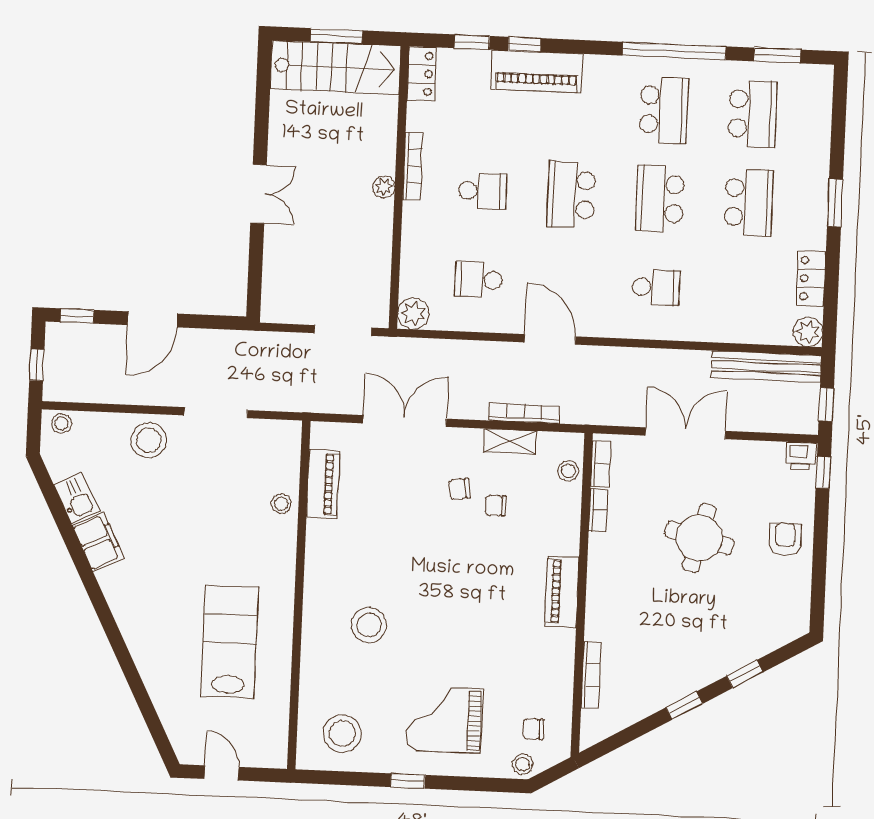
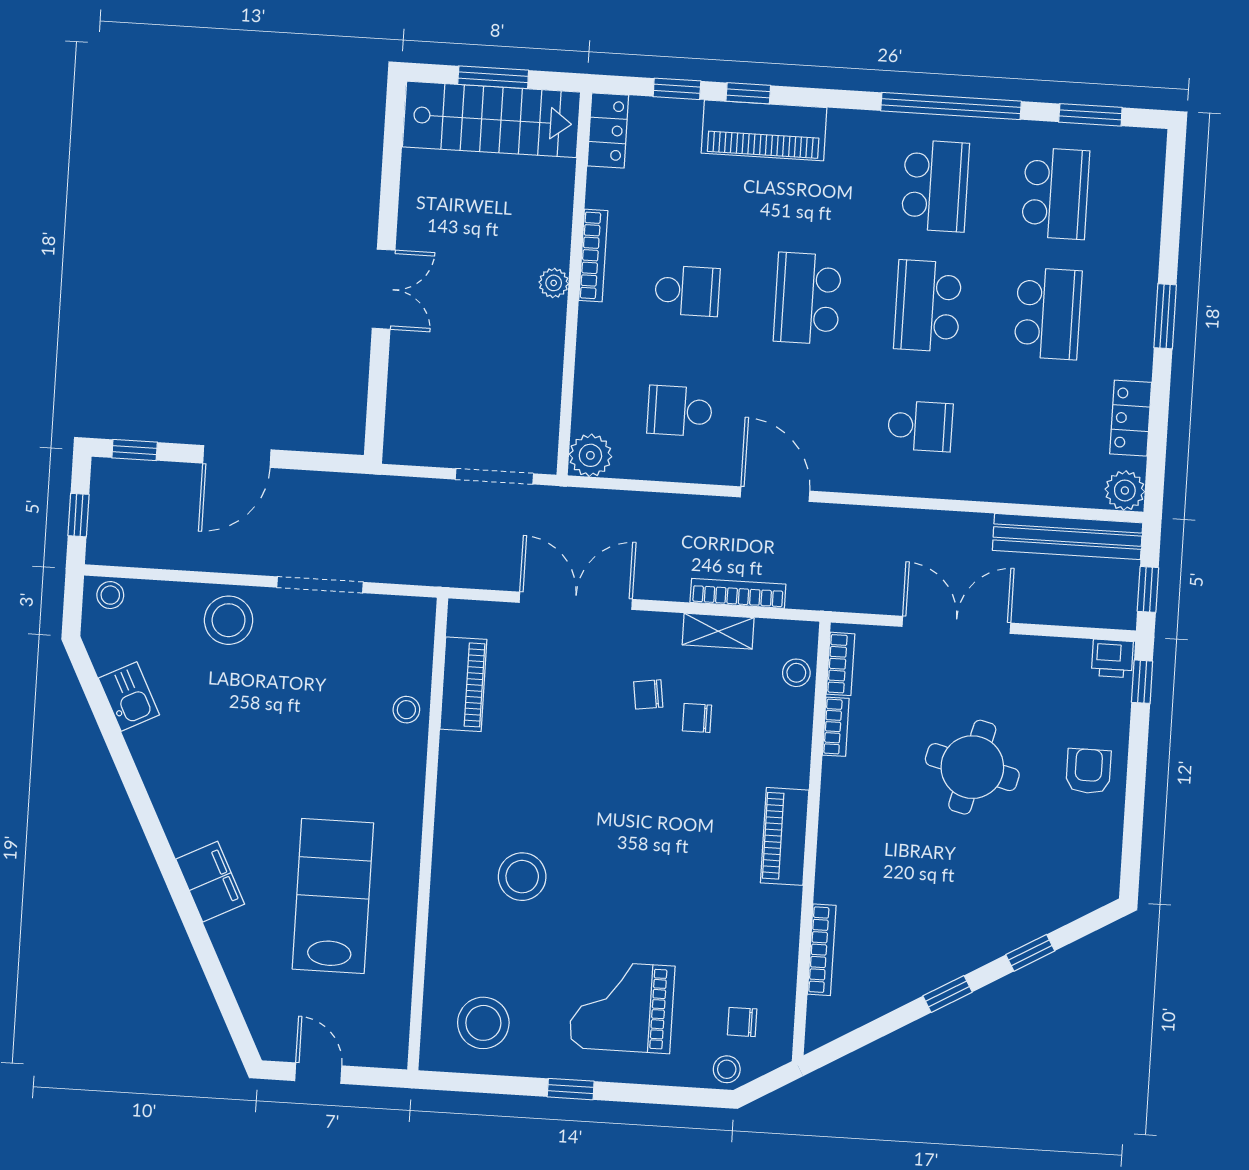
filing cabinet: (98, 542) -> (210, 882), moved

